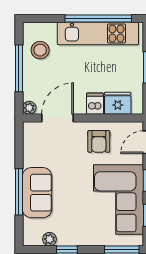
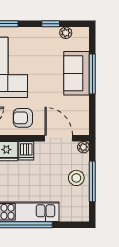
stool: (40, 50) -> (76, 178), moved
door: (58, 118) -> (59, 138), swing flipped
armchair: (99, 141) -> (23, 118), turned -90

